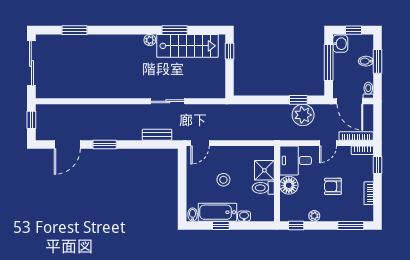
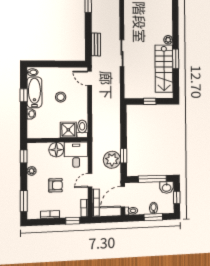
window: (230, 51) -> (150, 101), moved
door: (328, 143) -> (90, 180), hinge flipped
armchair: (333, 186) -> (55, 185), turned 90
toilet: (263, 188) -> (82, 129), moved

